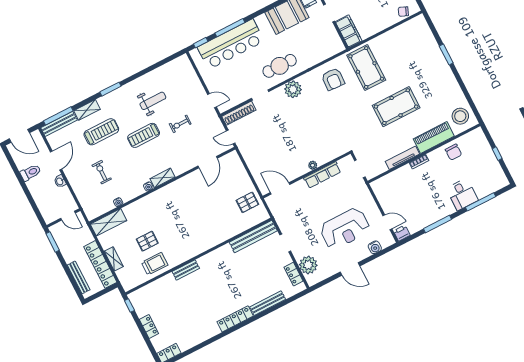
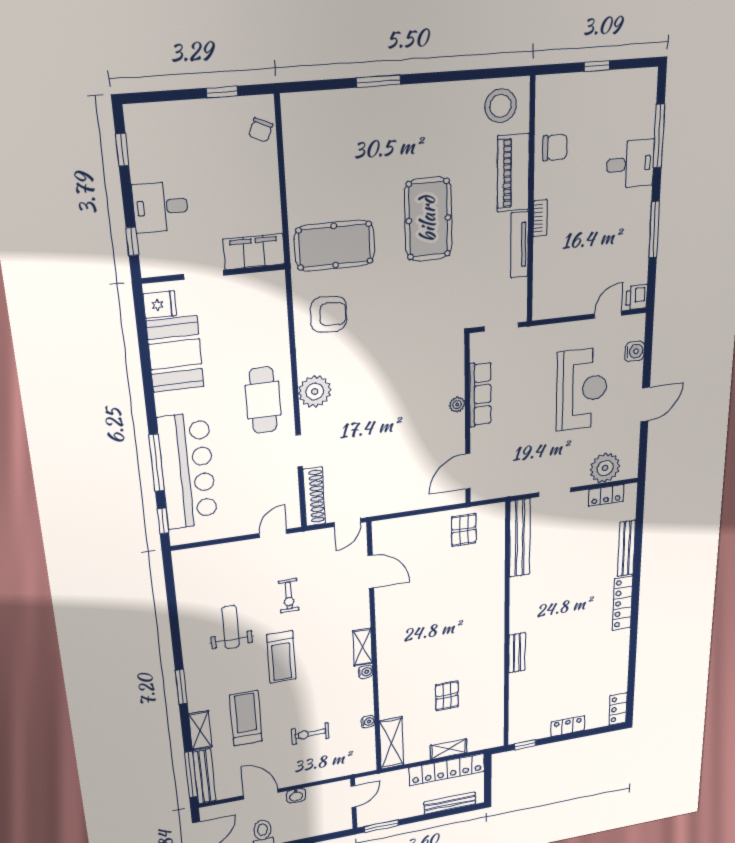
trolley: (155, 264) -> (485, 694), removed

